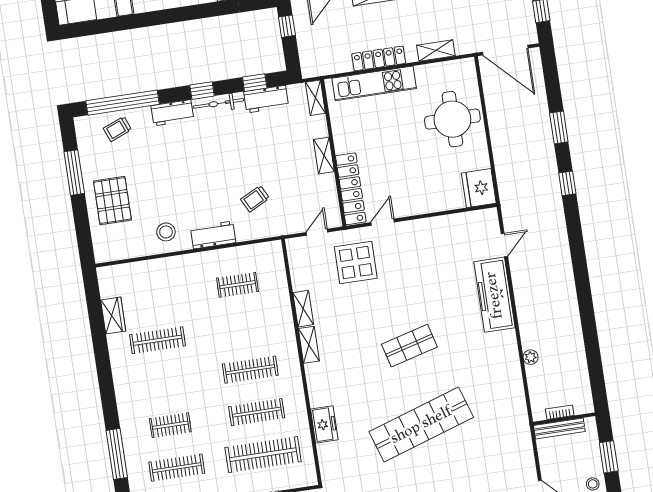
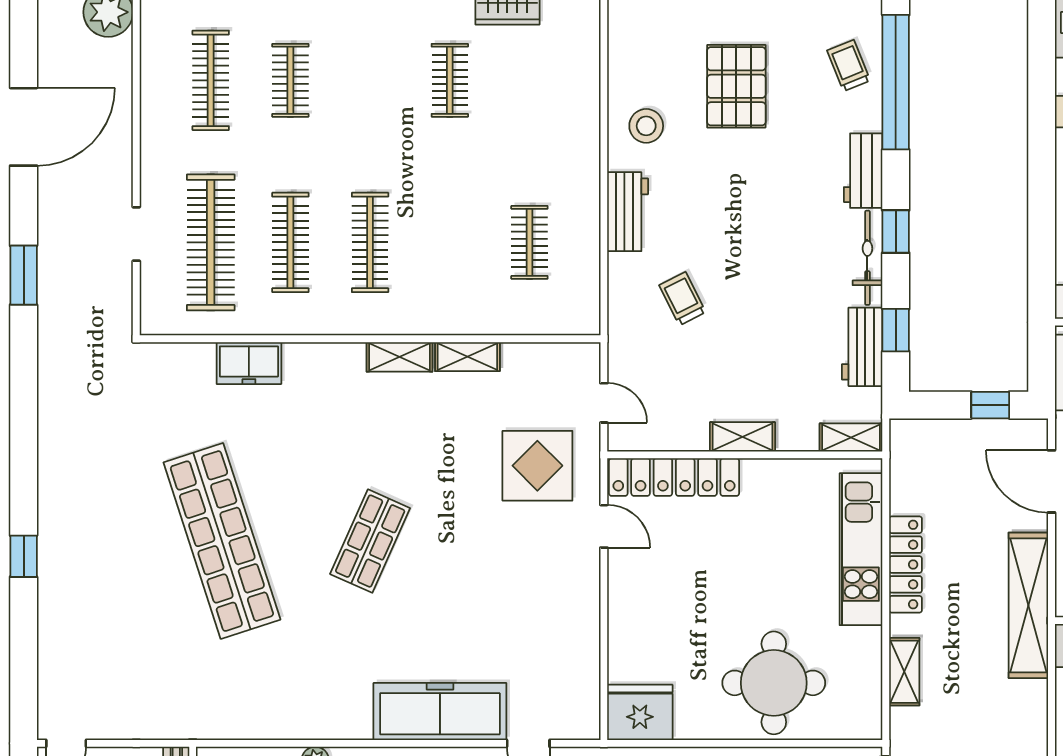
pallet: (112, 201) -> (736, 86), moved, turned 90
clothes rail: (157, 340) -> (450, 80), width x0.73
shop shelf: (409, 346) -> (370, 541), turned 39

